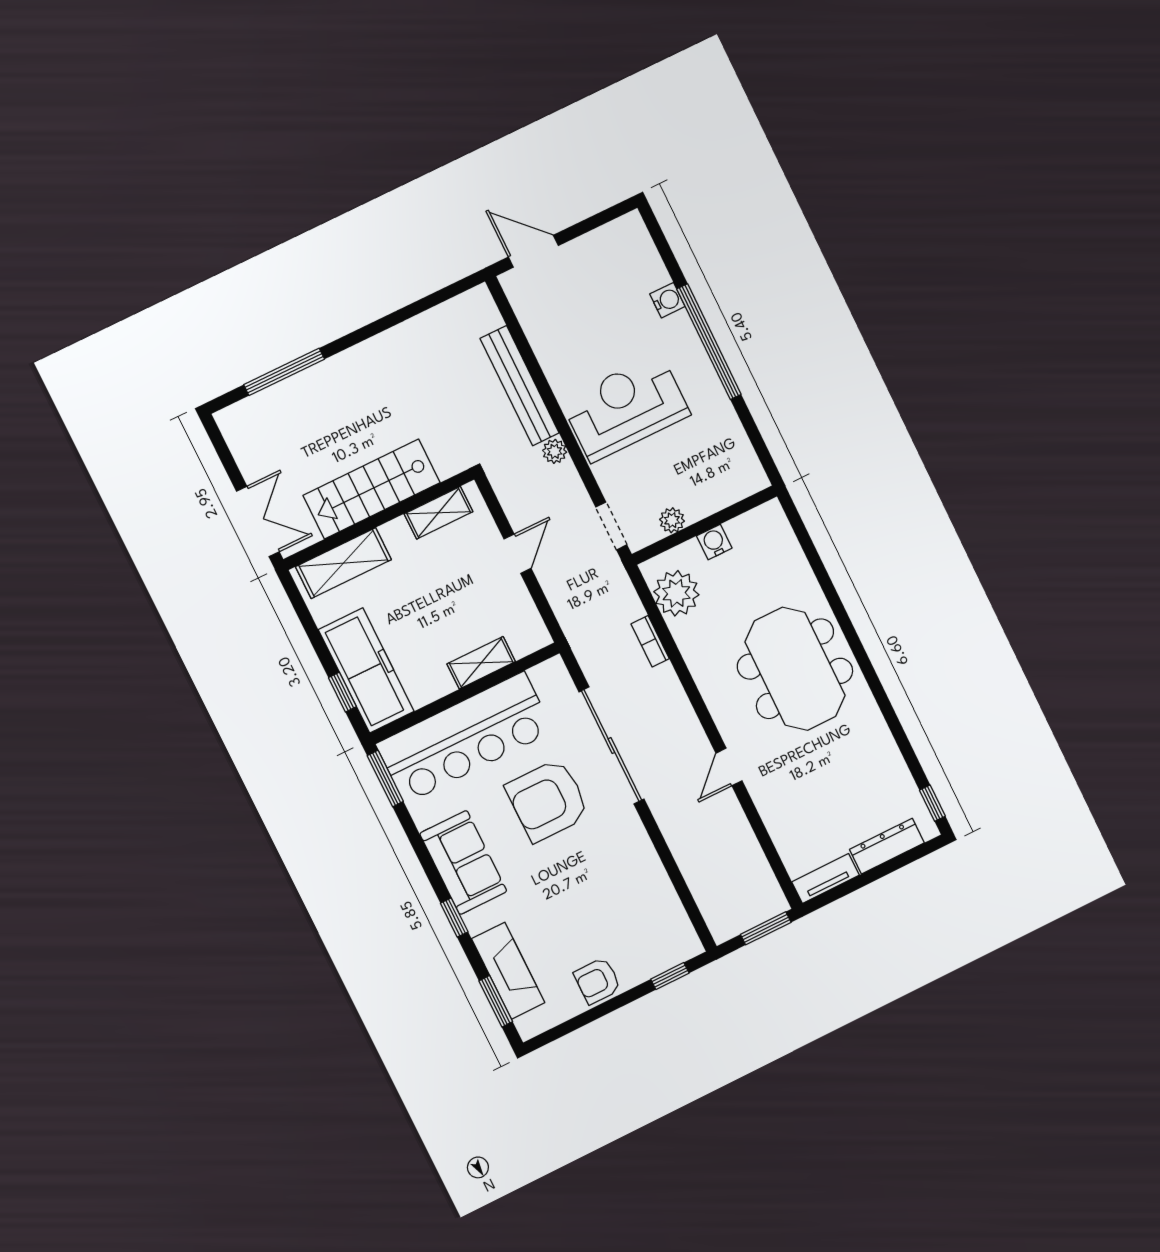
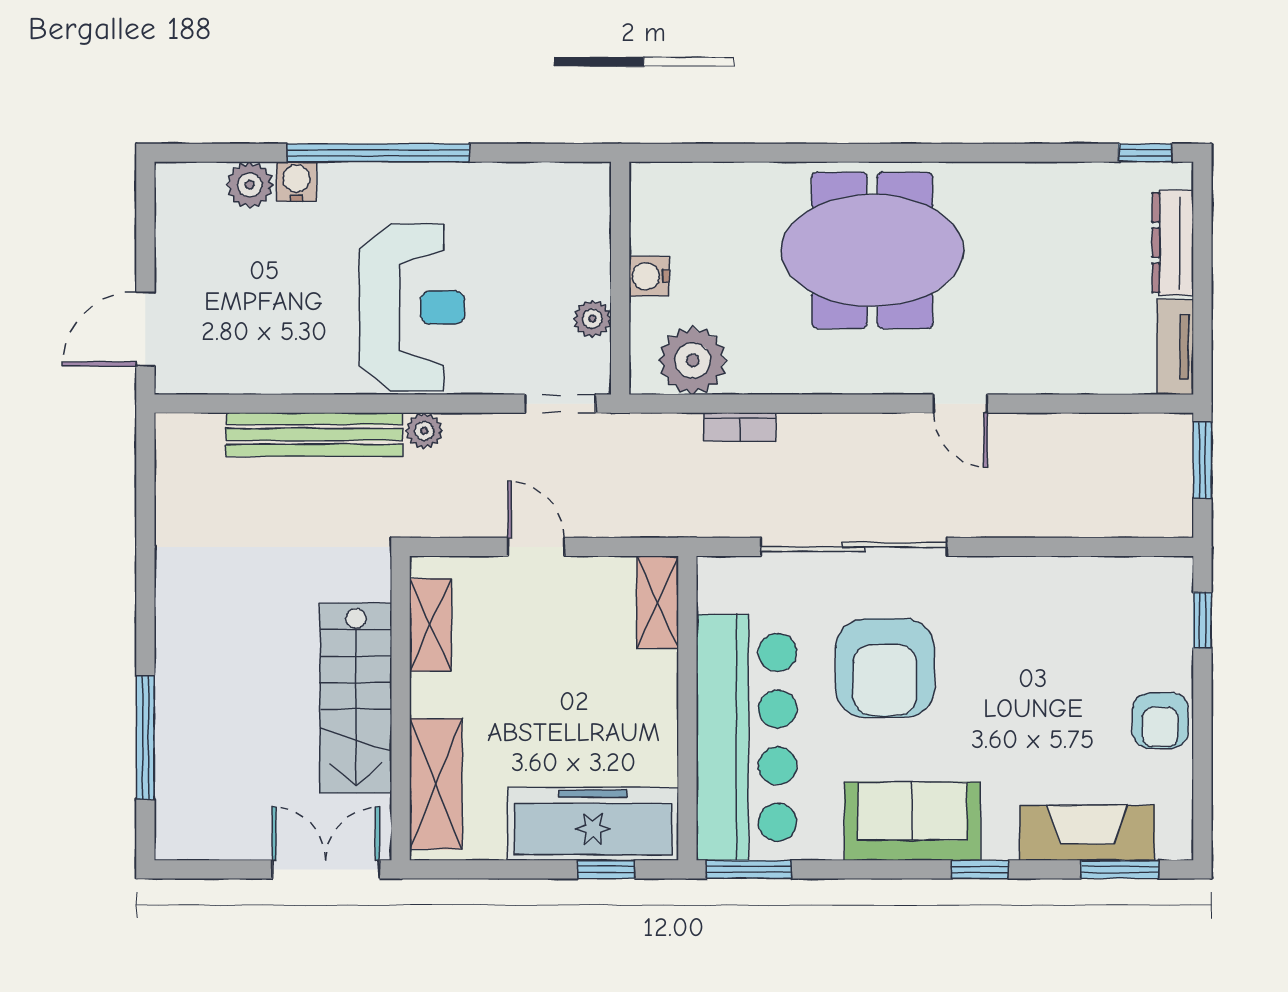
plant: (652, 273) -> (250, 185), added
reception desk: (626, 408) -> (412, 307), turned 180
shelving: (481, 663) -> (658, 602), moved

